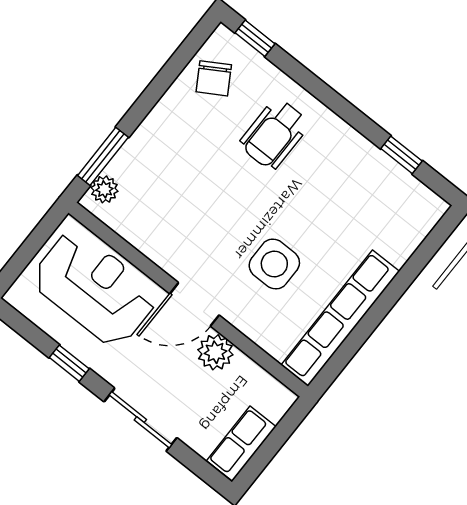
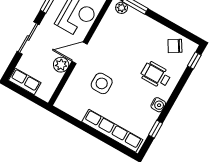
water cooler: (345, 139) -> (158, 105), added
door: (194, 304) -> (80, 53), hinge flipped
row of seats: (340, 318) -> (112, 131), moved

